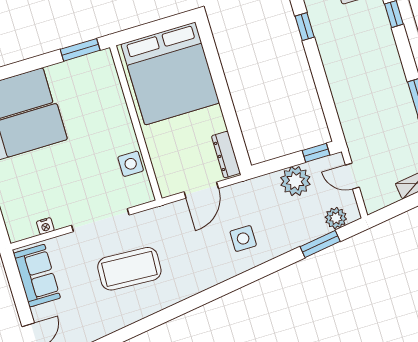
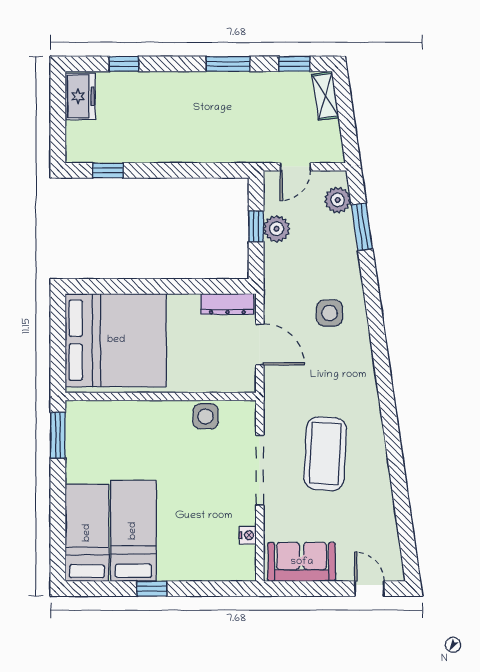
window: (316, 153) -> (256, 226), moved
plant: (295, 181) -> (277, 229), width x0.73, depth x0.73

